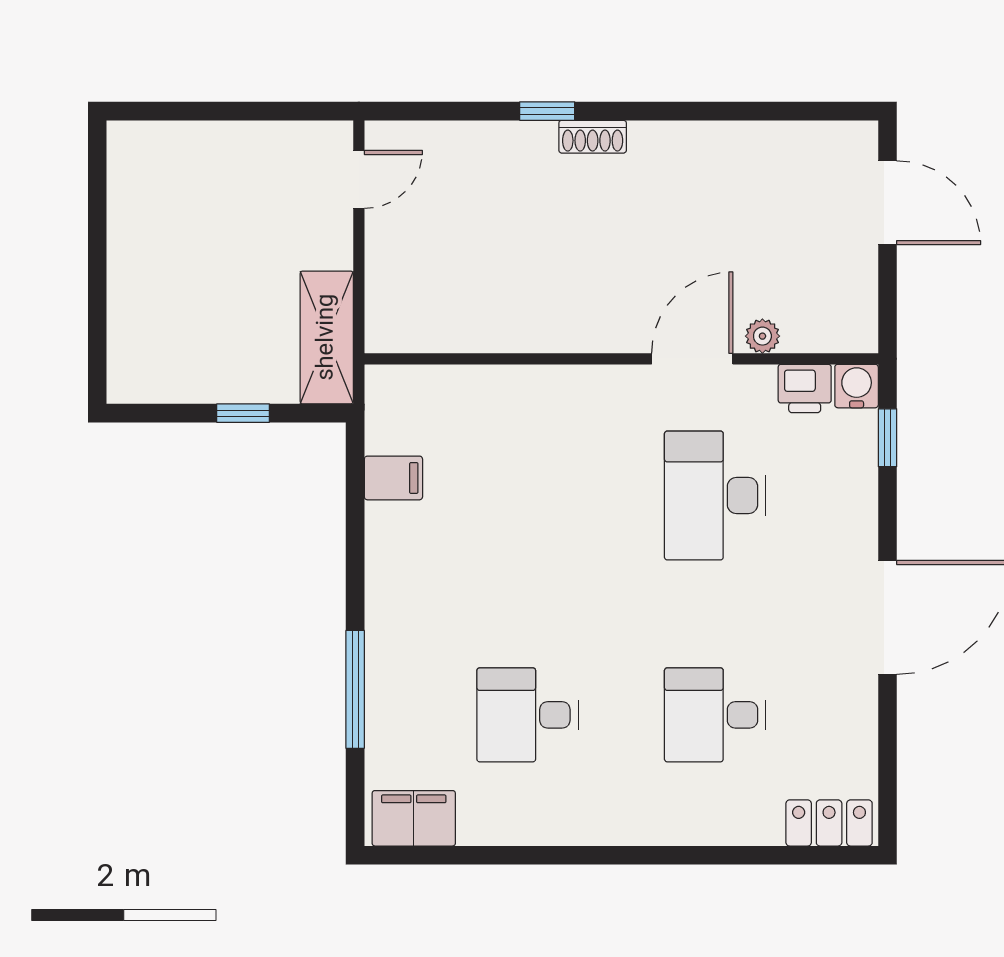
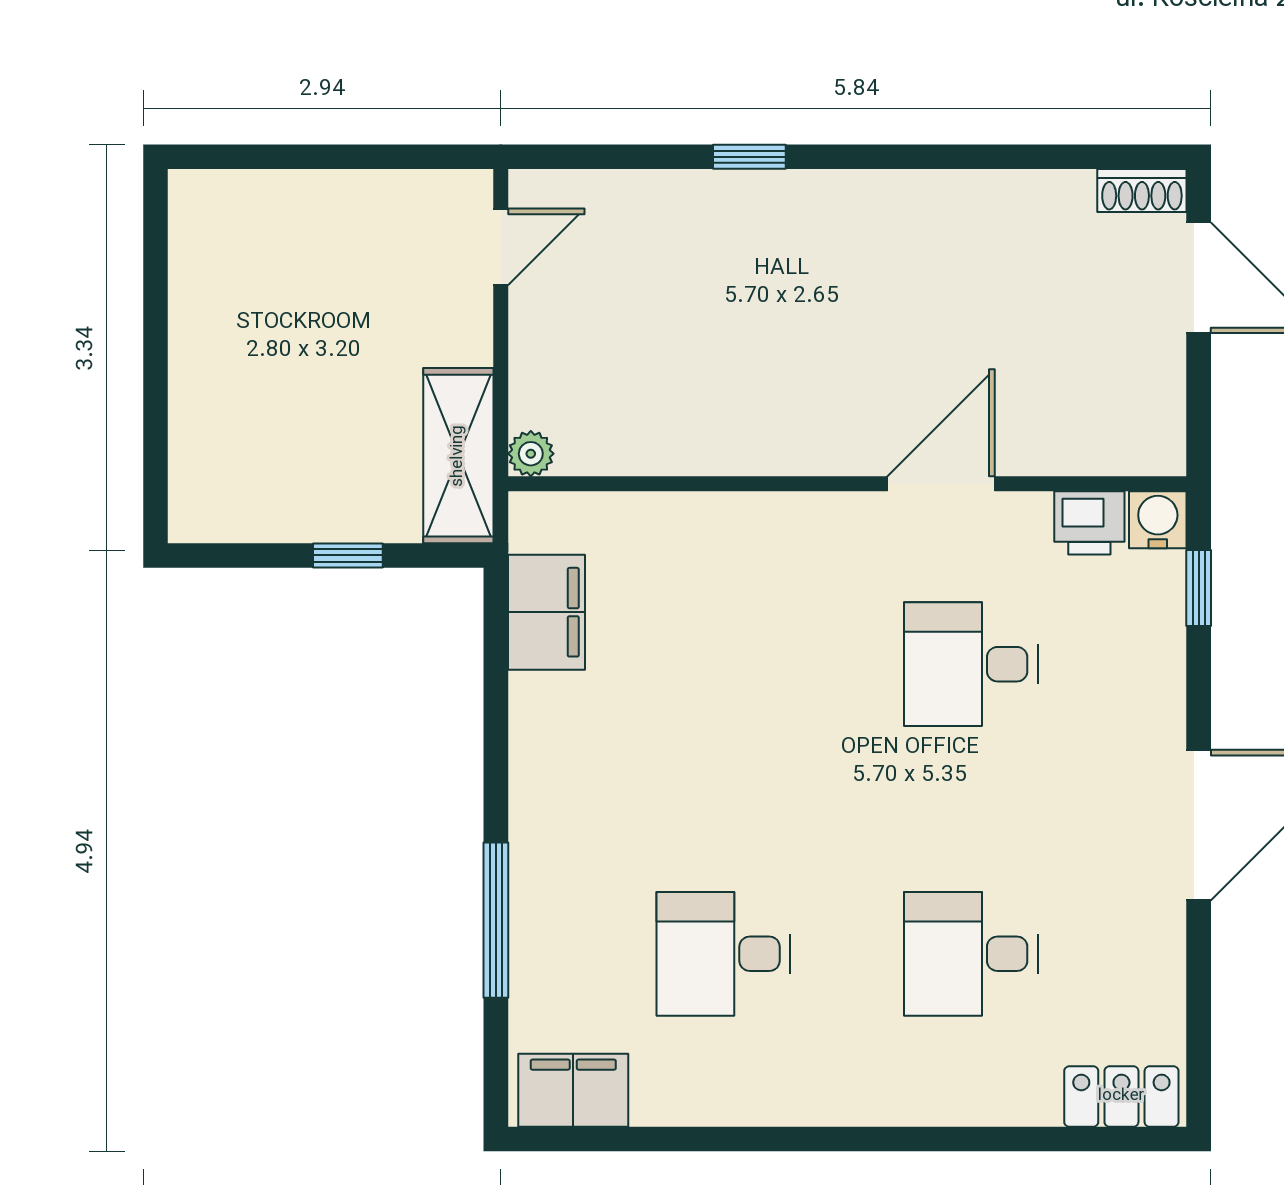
shoe rack: (593, 137) -> (1142, 190), moved
plant: (762, 336) -> (531, 454), moved
filing cabinet: (393, 478) -> (546, 612), width x2.00
desk: (715, 496) -> (971, 664), width x0.73

